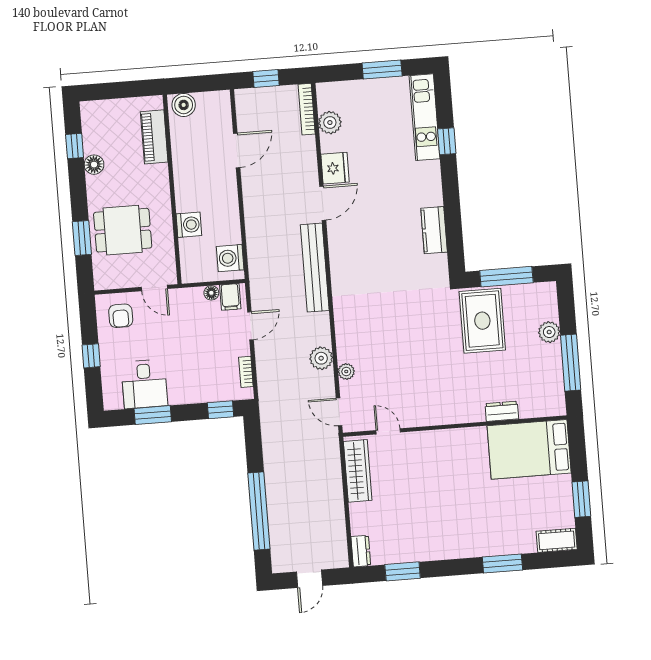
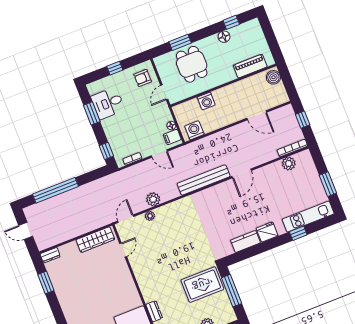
fridge: (335, 168) -> (267, 232), moved, turned 180
door: (323, 203) -> (242, 173), hinge flipped

